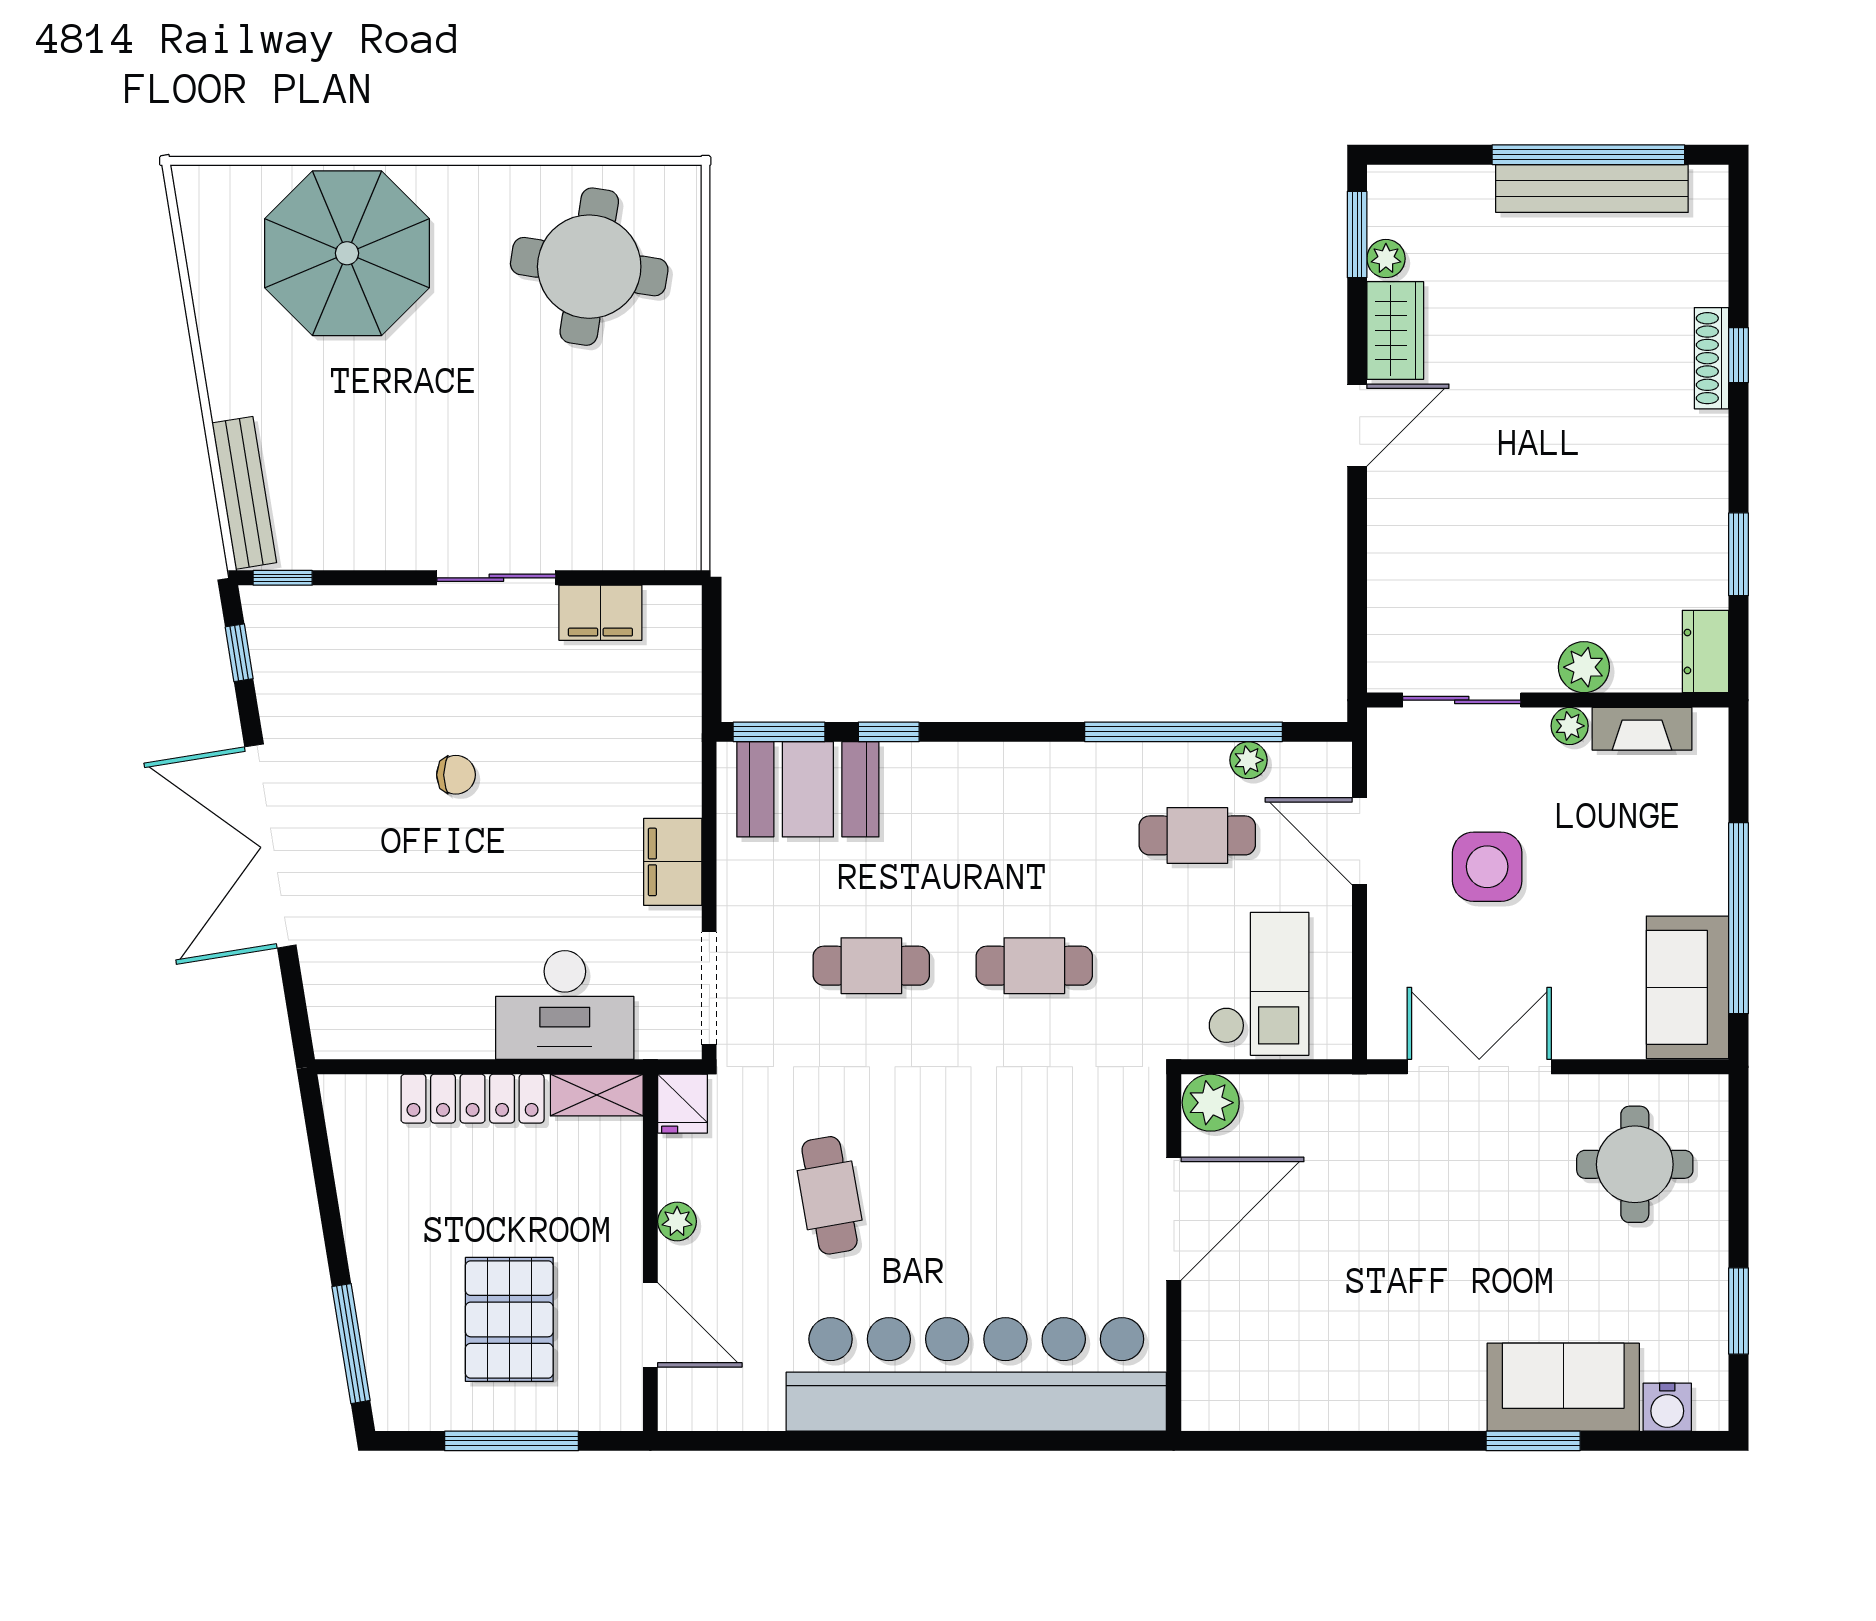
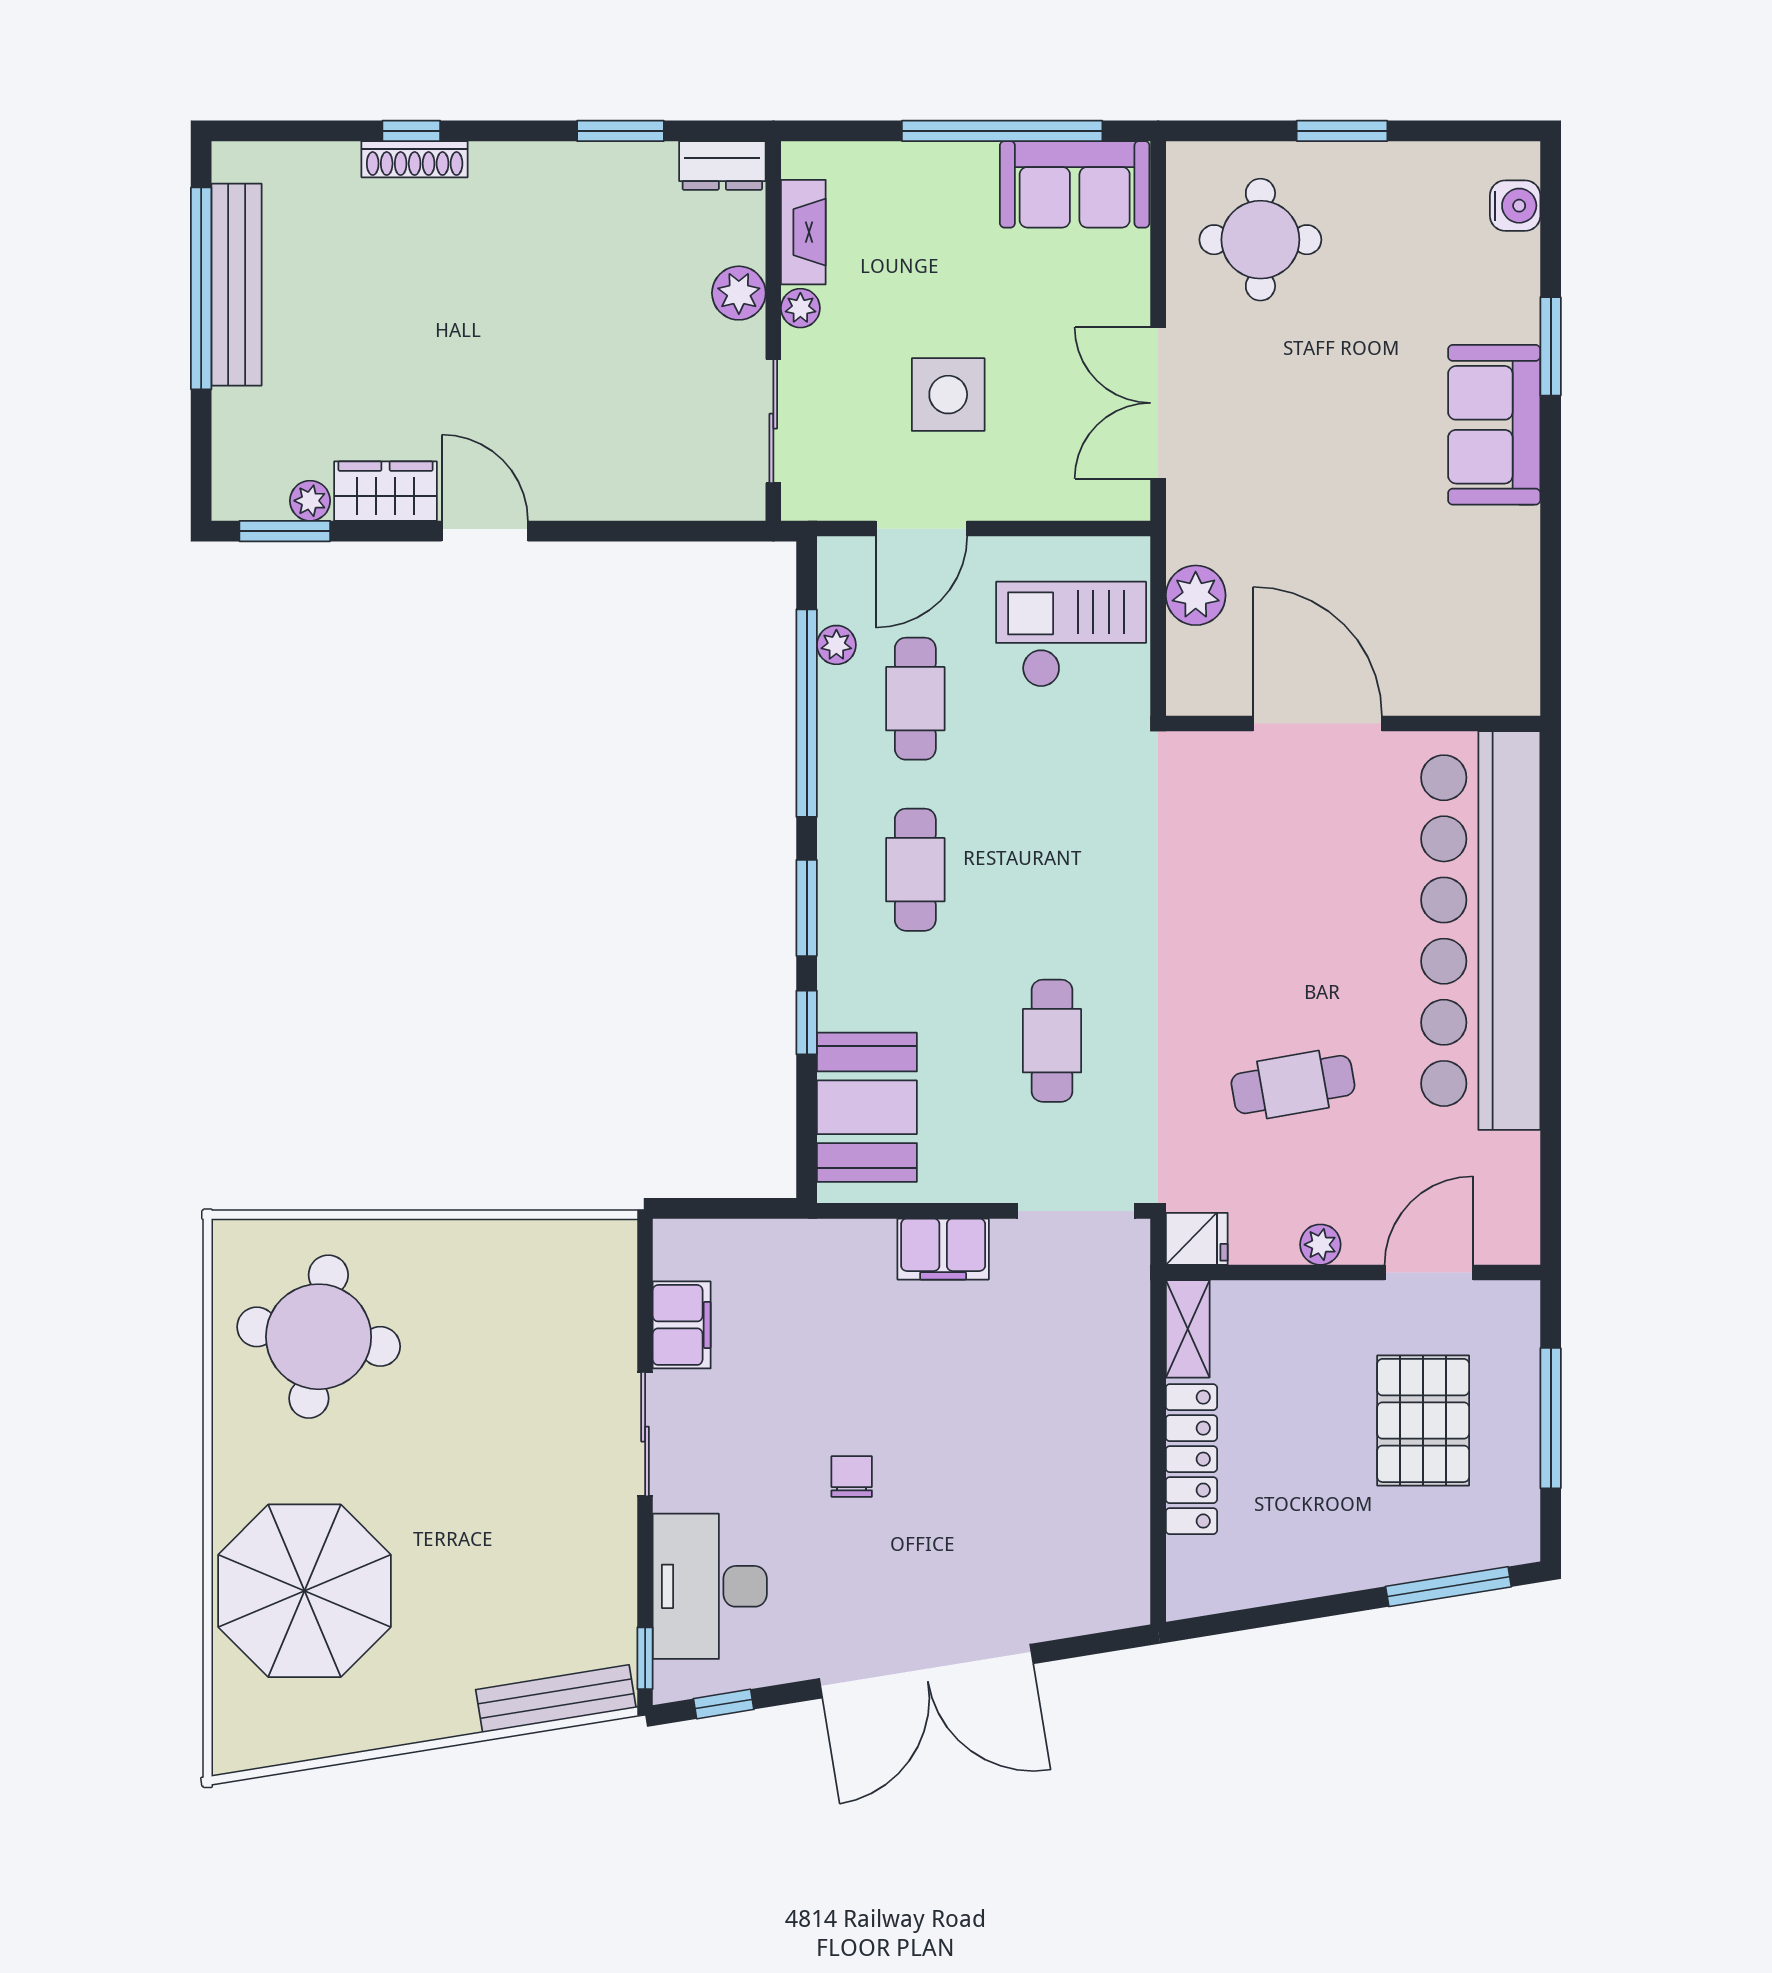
window: (779, 732) -> (807, 908), moved
cafe table: (1034, 966) -> (915, 870), moved
desk: (565, 1005) -> (710, 1586), moved, turned 180
plant: (1211, 1103) -> (1196, 595), moved
window: (1738, 1311) -> (1342, 131), moved
pallet: (509, 1319) -> (1423, 1420), turned 90
sofa: (1563, 1387) -> (1494, 425), moved

